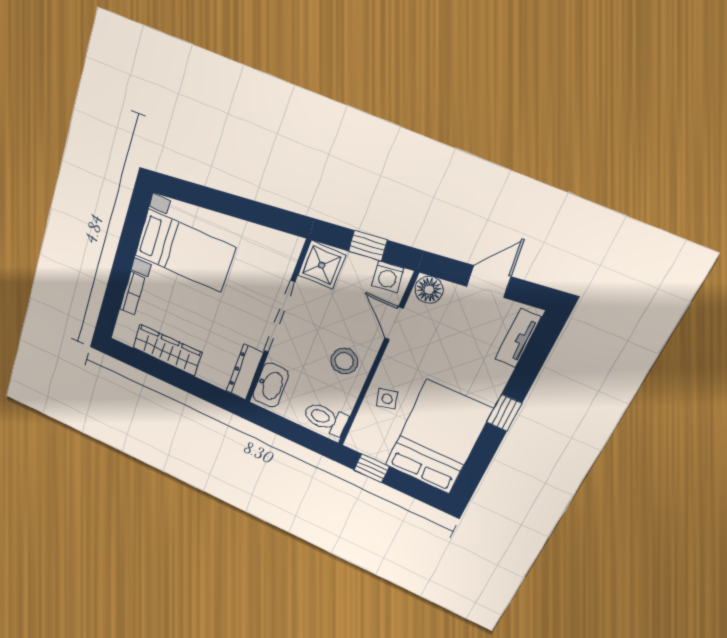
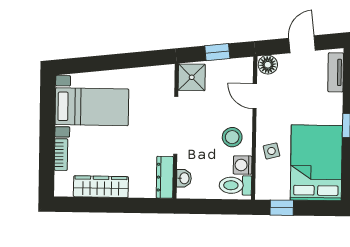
washing machine: (388, 277) -> (243, 165), moved, turned 96
washbasin: (271, 385) -> (184, 178), width x0.52, depth x0.69

